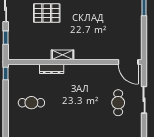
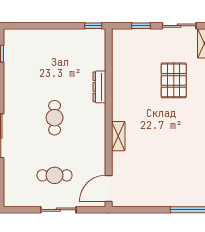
shelving: (63, 55) -> (118, 136), moved
cafe table: (31, 103) -> (55, 118), moved

